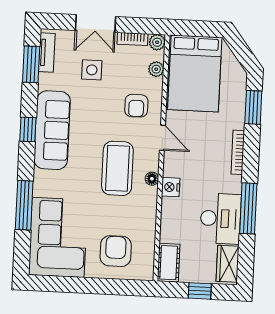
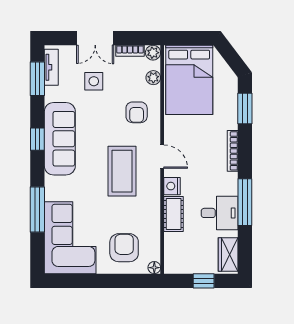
door: (162, 138) -> (162, 157), moved
floor lamp: (152, 179) -> (154, 268), moved
desk: (221, 219) -> (220, 213), width x0.73
cot: (169, 263) -> (174, 214), moved

